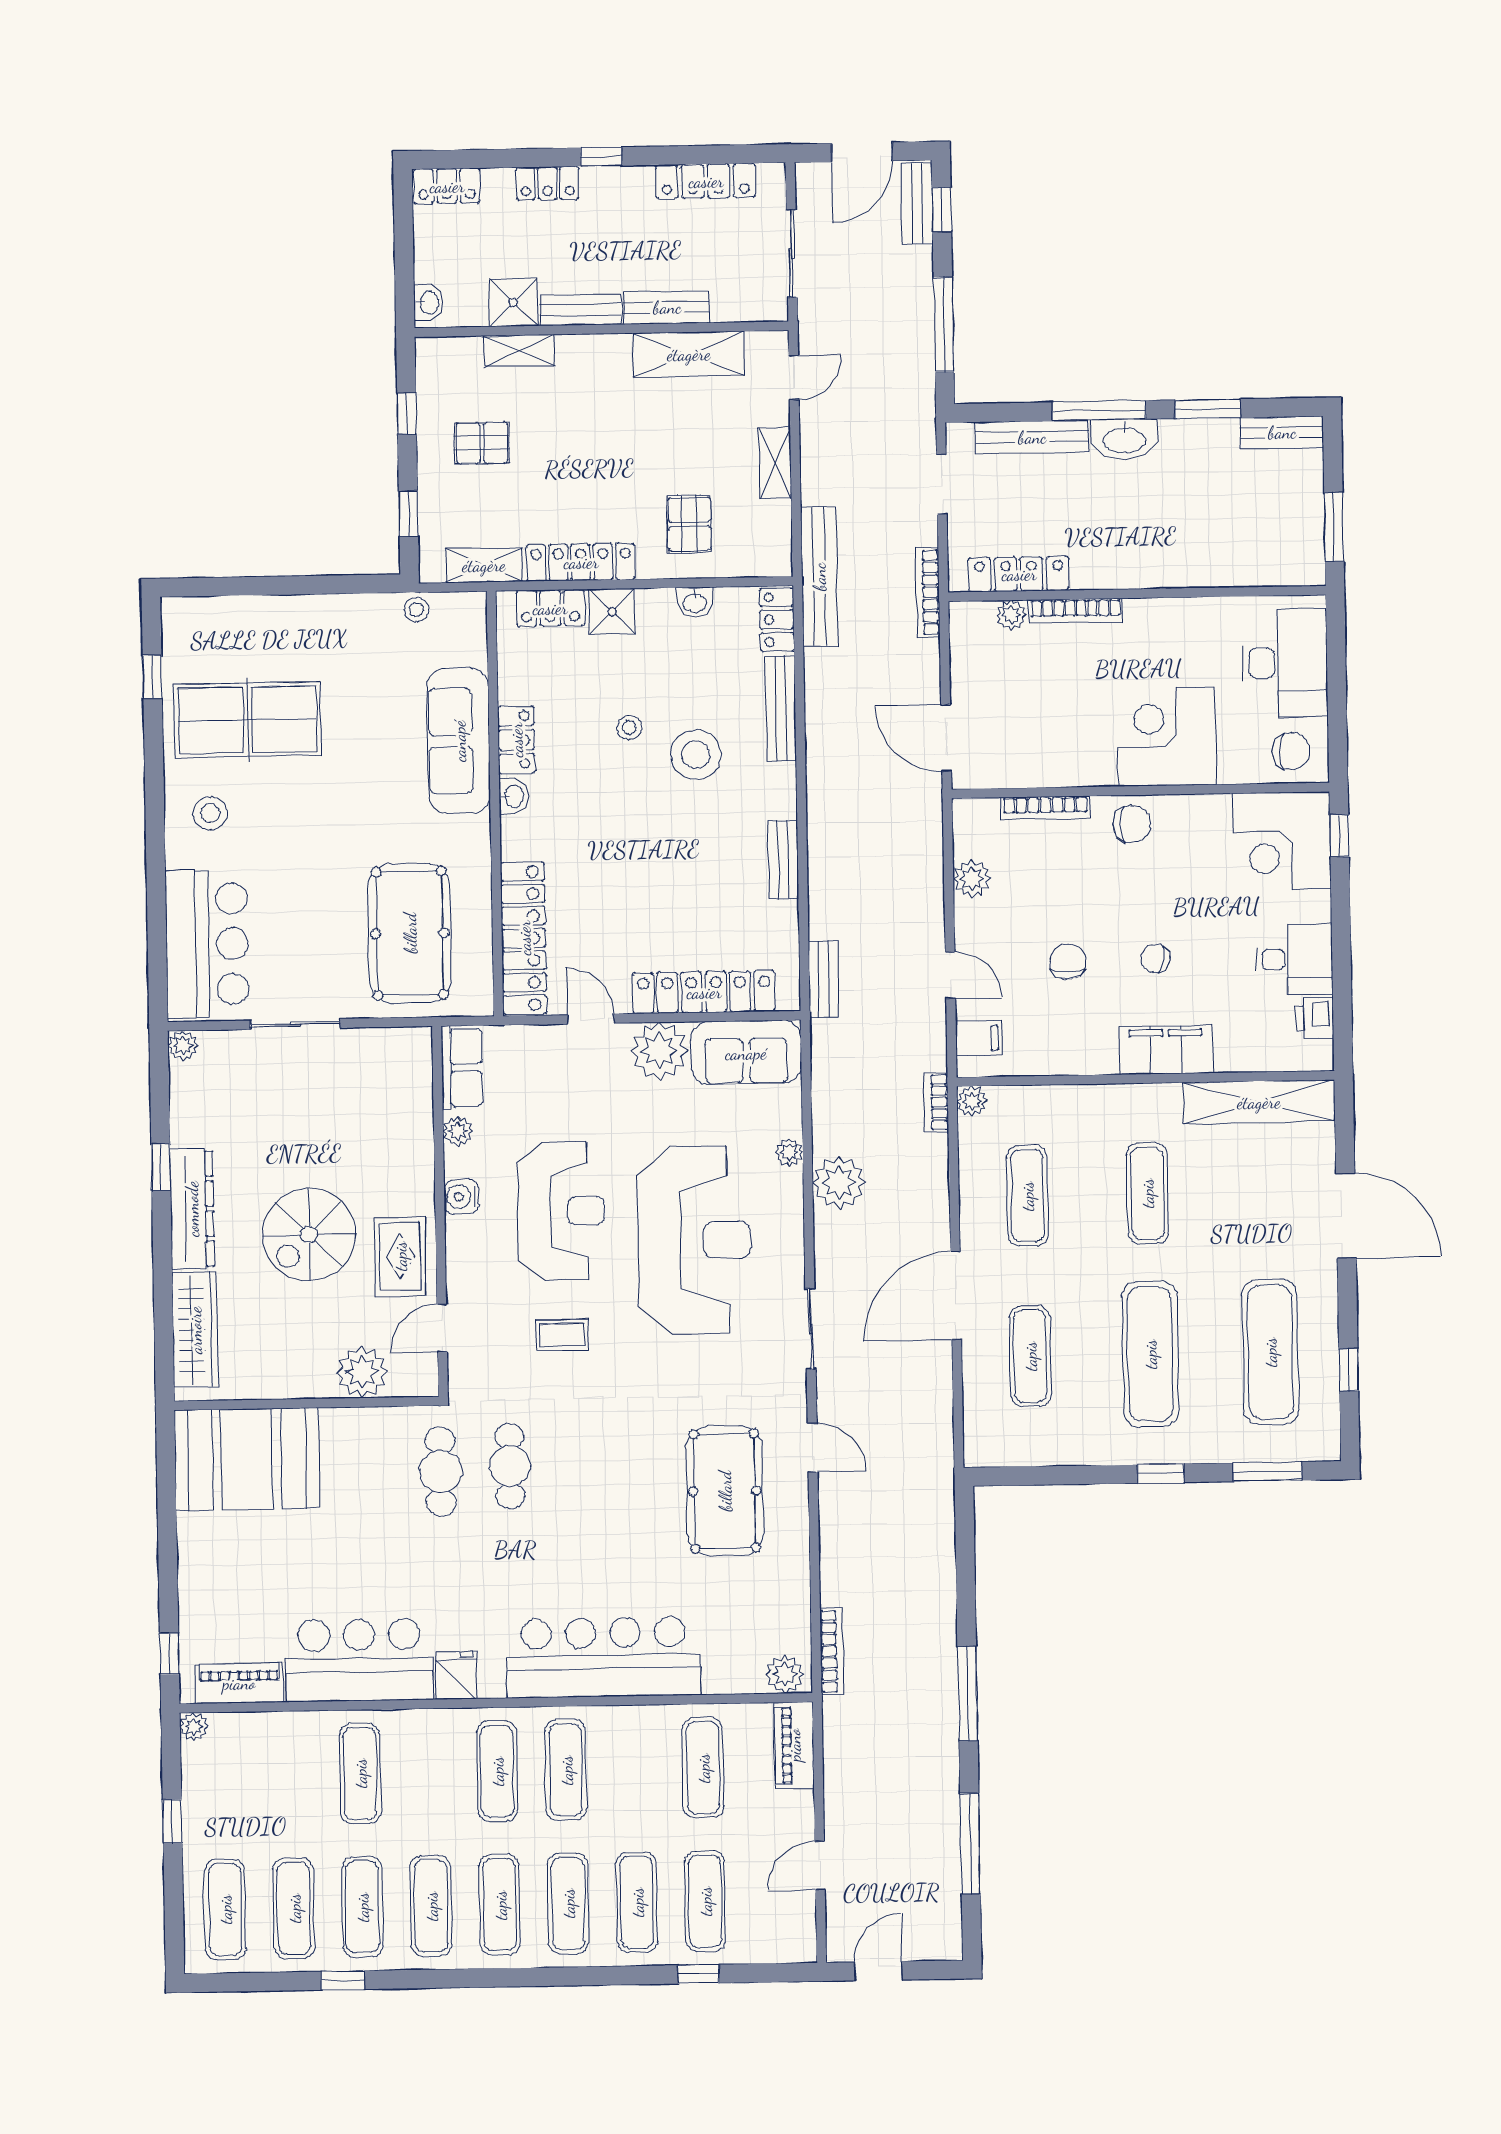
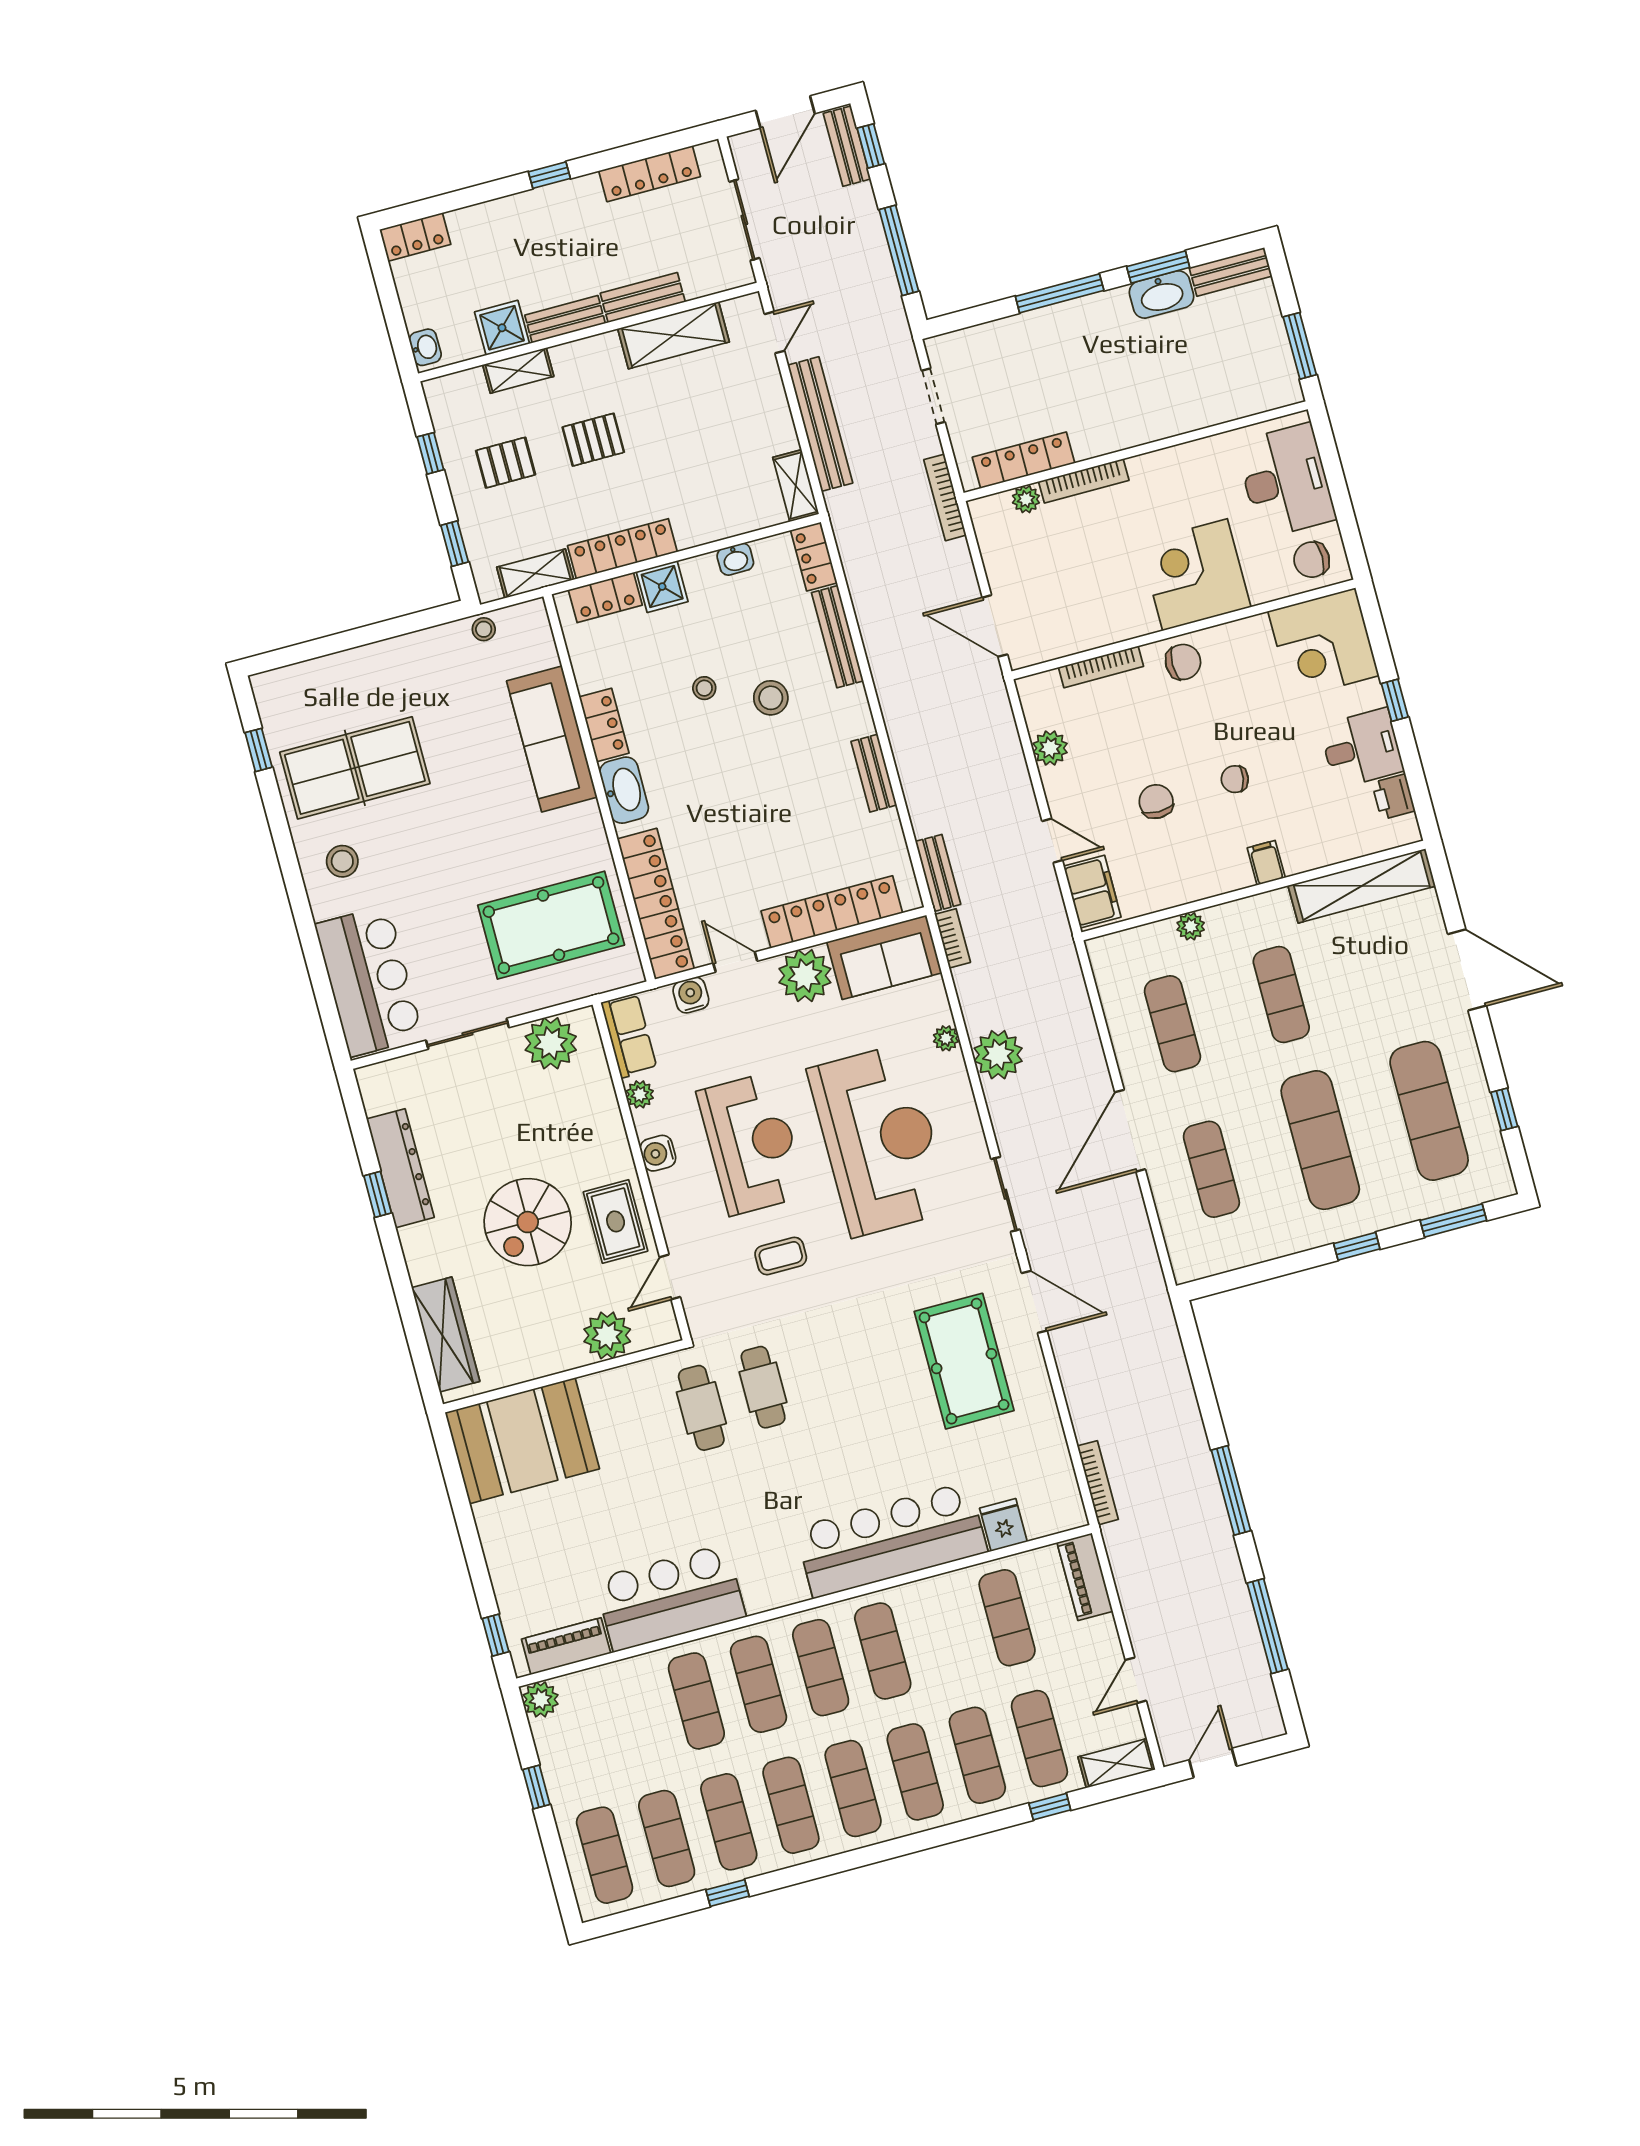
locker: (547, 183) -> (506, 212), removed
bench: (1032, 437) -> (1005, 332), removed
washbasin: (1124, 439) -> (1162, 294), moved
shelving: (775, 463) -> (796, 486), moved
pallet: (689, 524) -> (593, 440), moved, turned 90
bench: (819, 577) -> (820, 424), moved
chair: (1291, 751) -> (1312, 560), turned 180
stool: (696, 755) -> (771, 698), width x0.73, depth x0.73
washbasin: (513, 796) -> (624, 790), width x1.91, depth x1.45
window: (1339, 836) -> (1395, 700), moved
pool table: (410, 933) -> (551, 925), turned 90
filing cabinet: (979, 1038) -> (1092, 892), width x2.00
water cooler: (536, 1042) -> (691, 995), added
plant: (183, 1046) -> (551, 1043), moved, width x1.88, depth x1.88
filing cabinet: (1166, 1050) -> (1266, 863), width x0.33, depth x0.86
plant: (972, 1101) -> (1191, 926), moved
bookcase: (936, 1102) -> (953, 938), moved, turned 180
dresser: (192, 1209) -> (400, 1168), moved
door: (813, 1448) -> (1034, 1302), width x1.38
plant: (785, 1674) -> (1060, 1514), removed
fridge: (456, 1675) -> (1003, 1525), moved
plant: (194, 1727) -> (541, 1699), width x1.38, depth x1.38
exercise mat: (429, 1772) -> (759, 1684), added
shelving: (779, 1946) -> (1117, 1763), added

